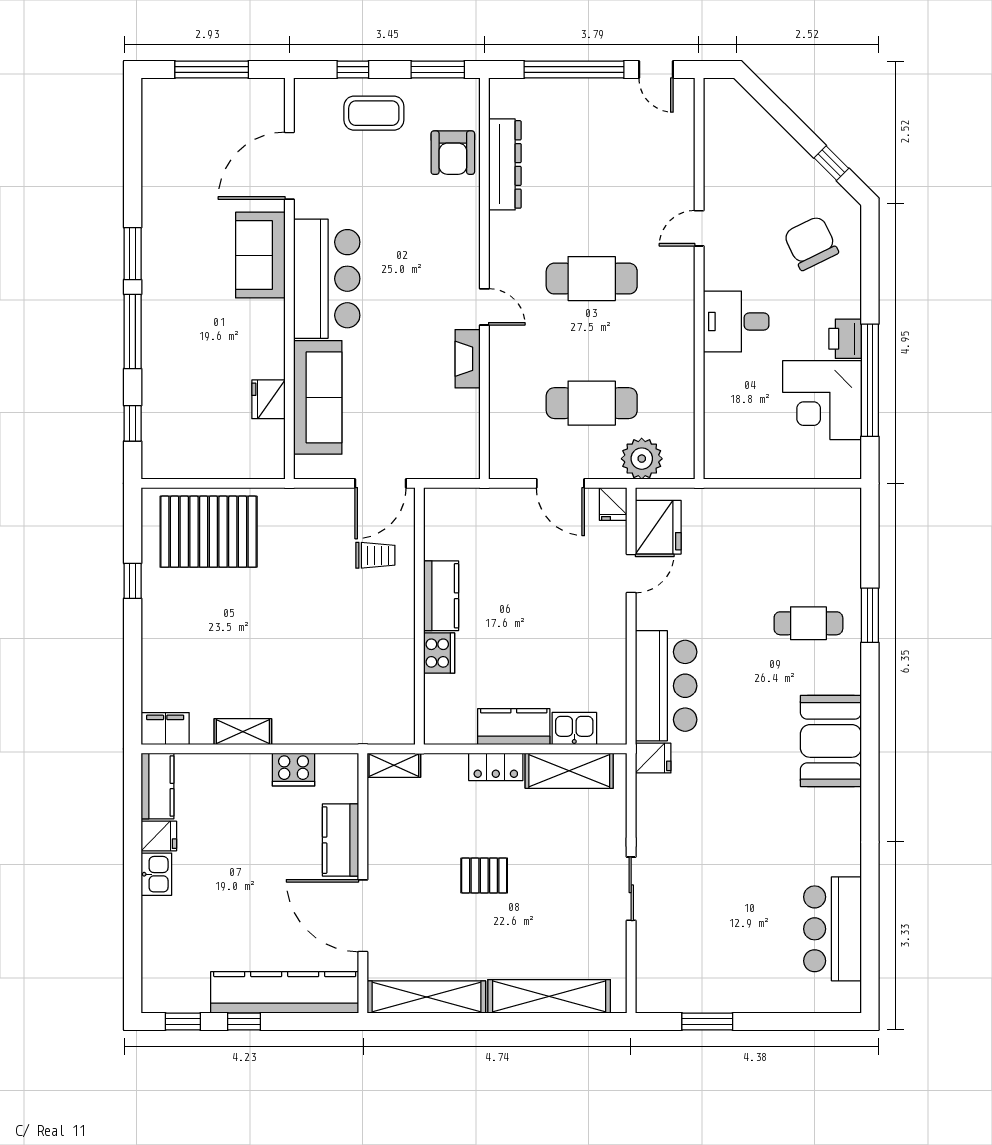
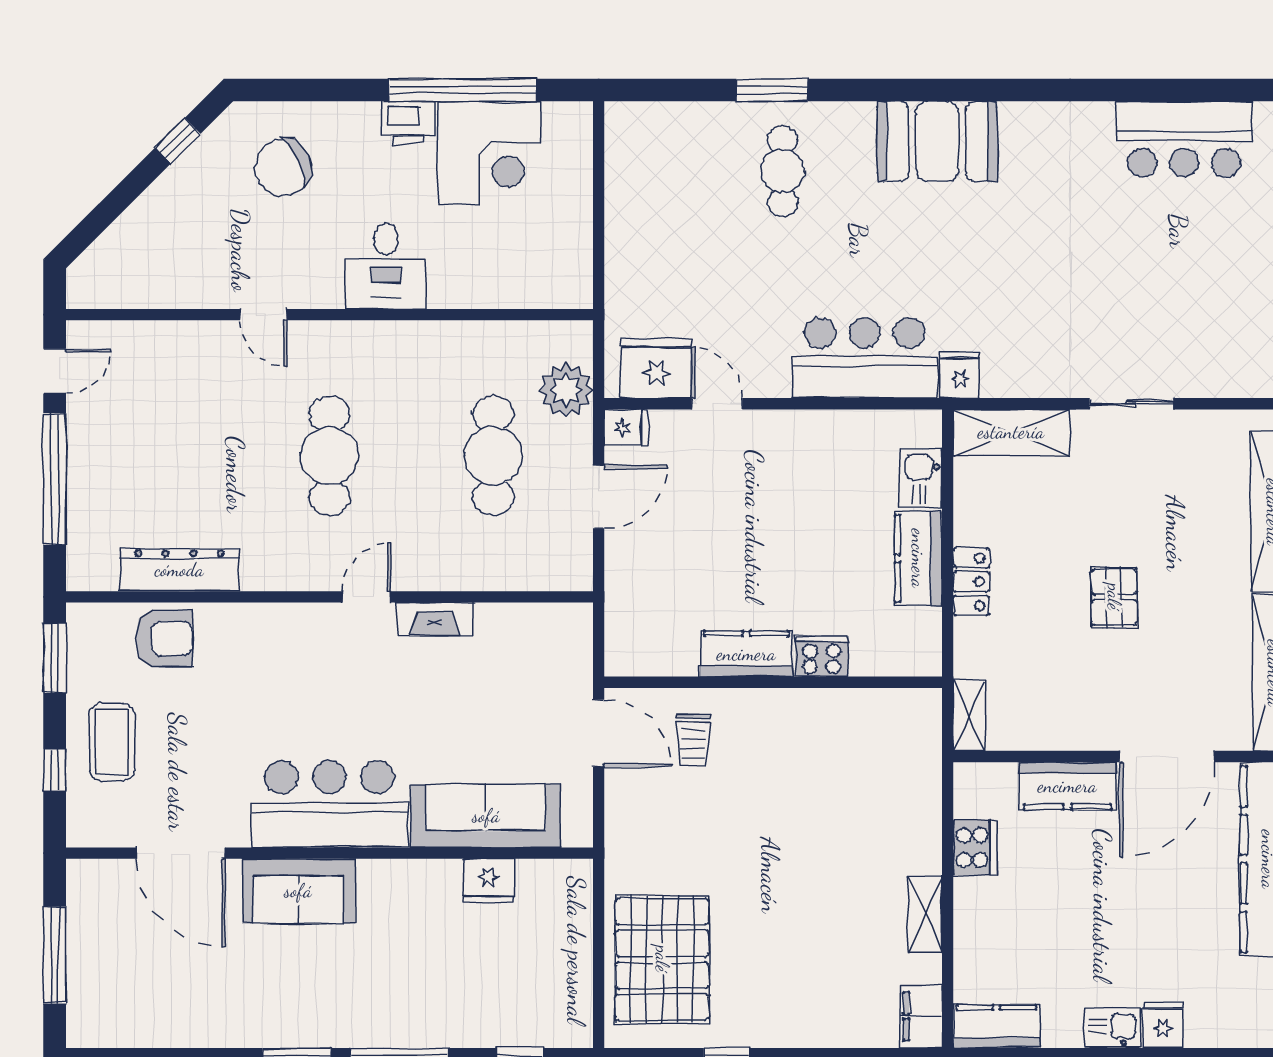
trolley: (375, 555) -> (693, 740), turned 180
shelving: (569, 771) -> (1011, 432), moved, turned 90
fridge: (159, 836) -> (1163, 1025), moved

